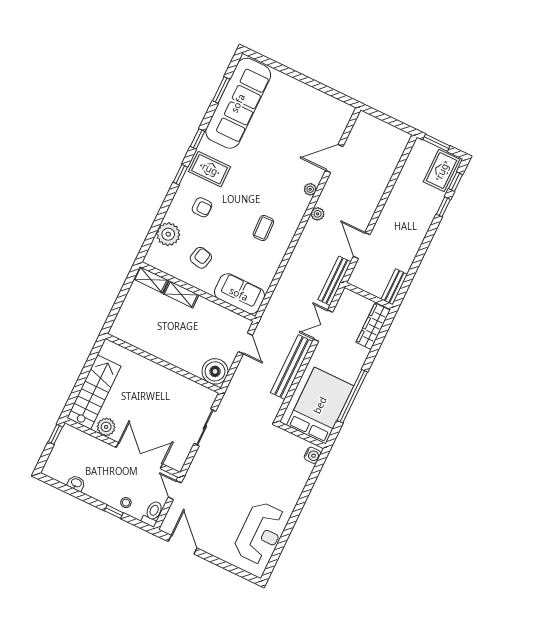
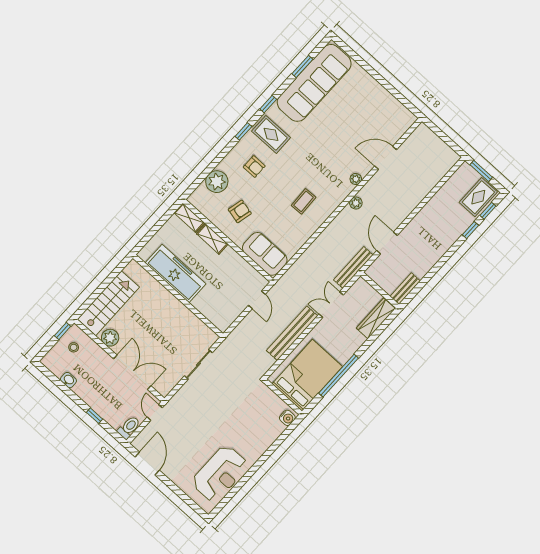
freezer: (154, 341) -> (175, 273), added
boiler: (215, 371) -> (222, 317), removed
stool: (126, 503) -> (74, 347), moved

